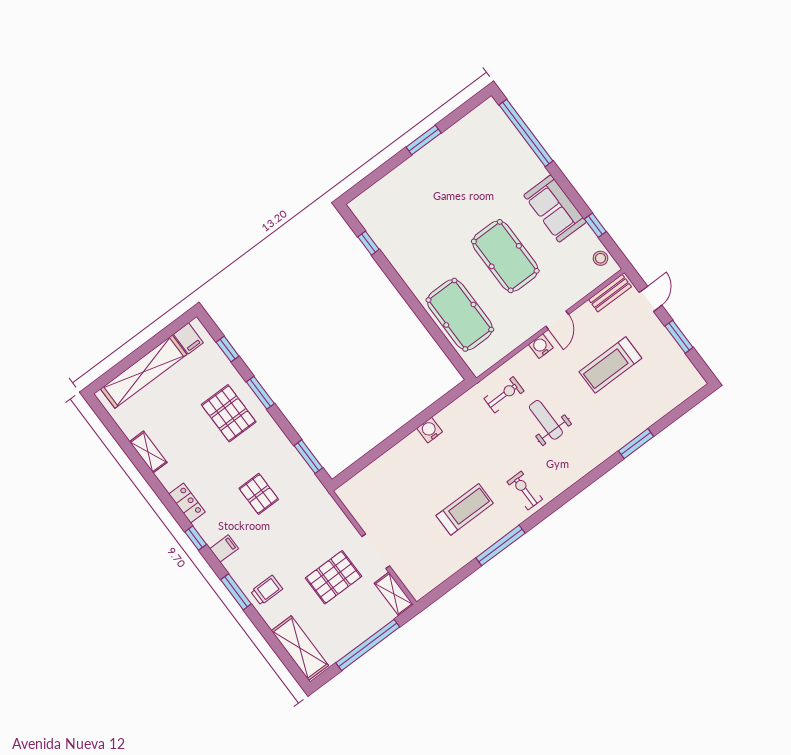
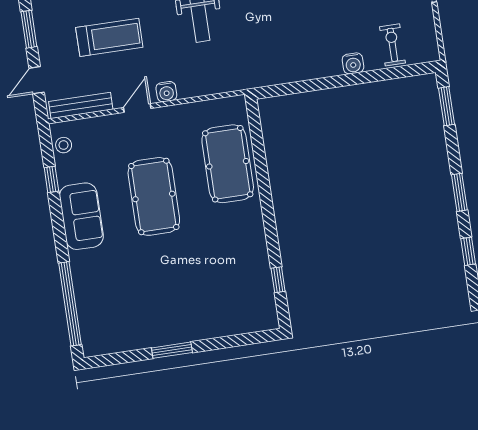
bench: (610, 293) -> (81, 105), width x1.36
exercise bike: (504, 395) -> (392, 45), moved, turned 90
water cooler: (430, 430) -> (353, 63), moved

